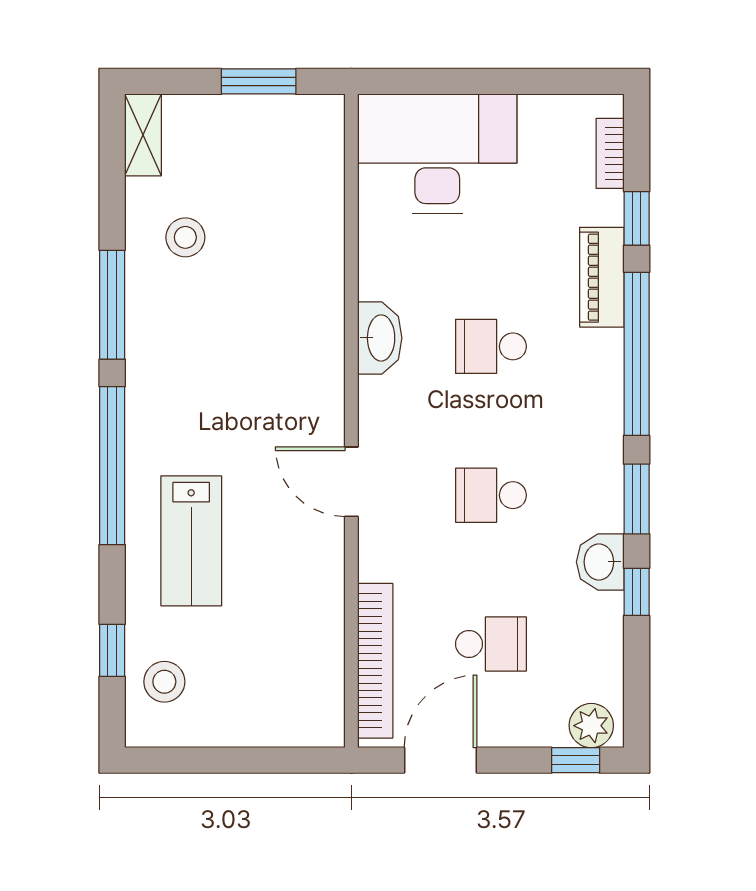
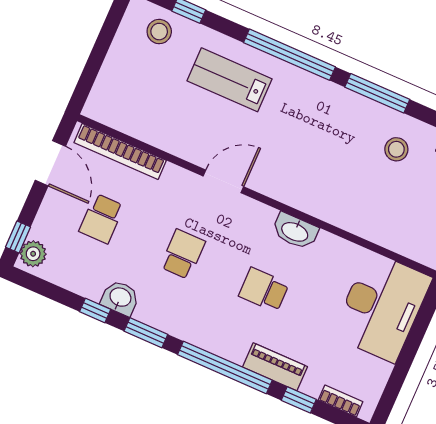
school desk: (491, 346) -> (264, 290), turned -90

